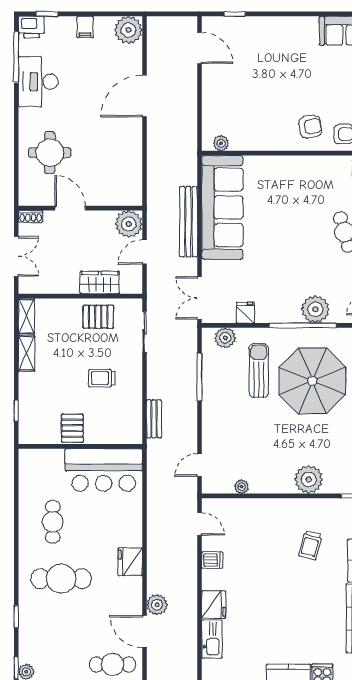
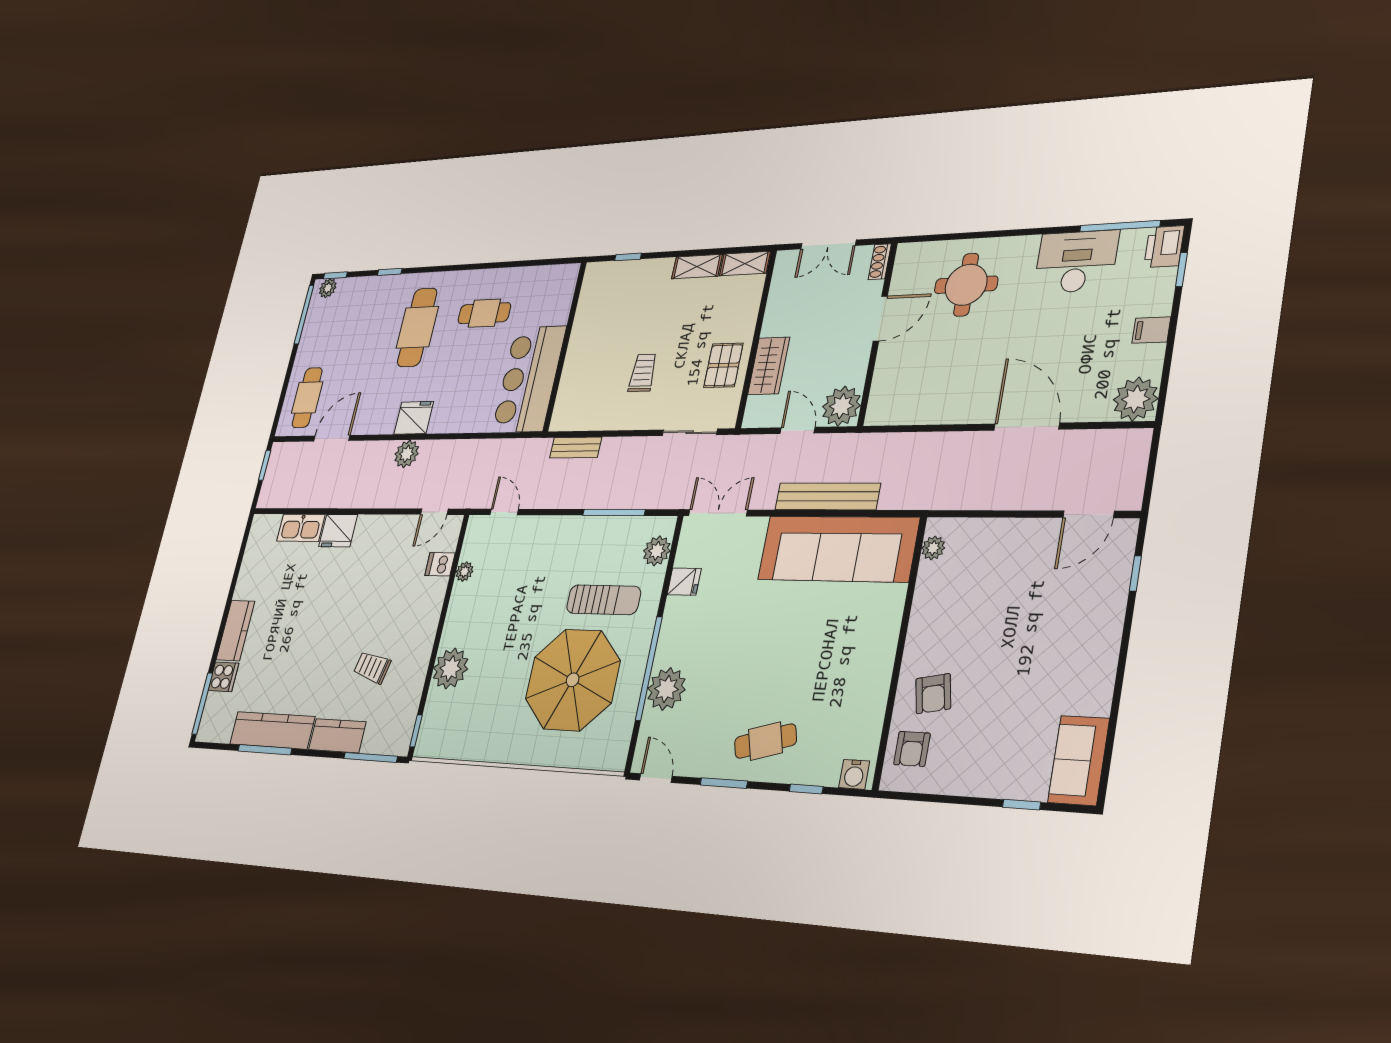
pallet: (72, 428) -> (589, 334), removed
dishwasher: (212, 560) -> (440, 564), moved, turned 90
plant: (157, 605) -> (407, 454), moved

